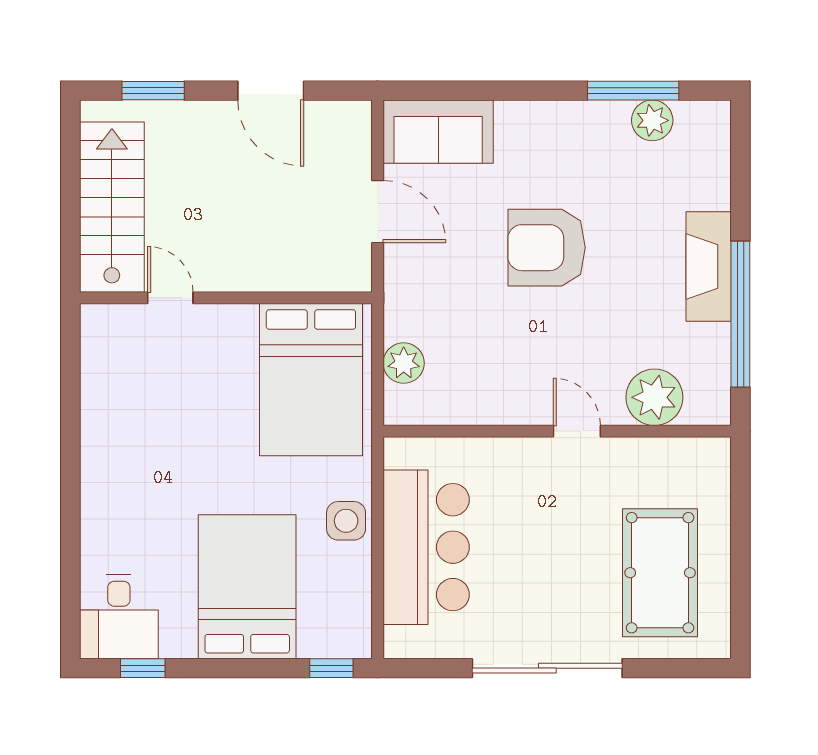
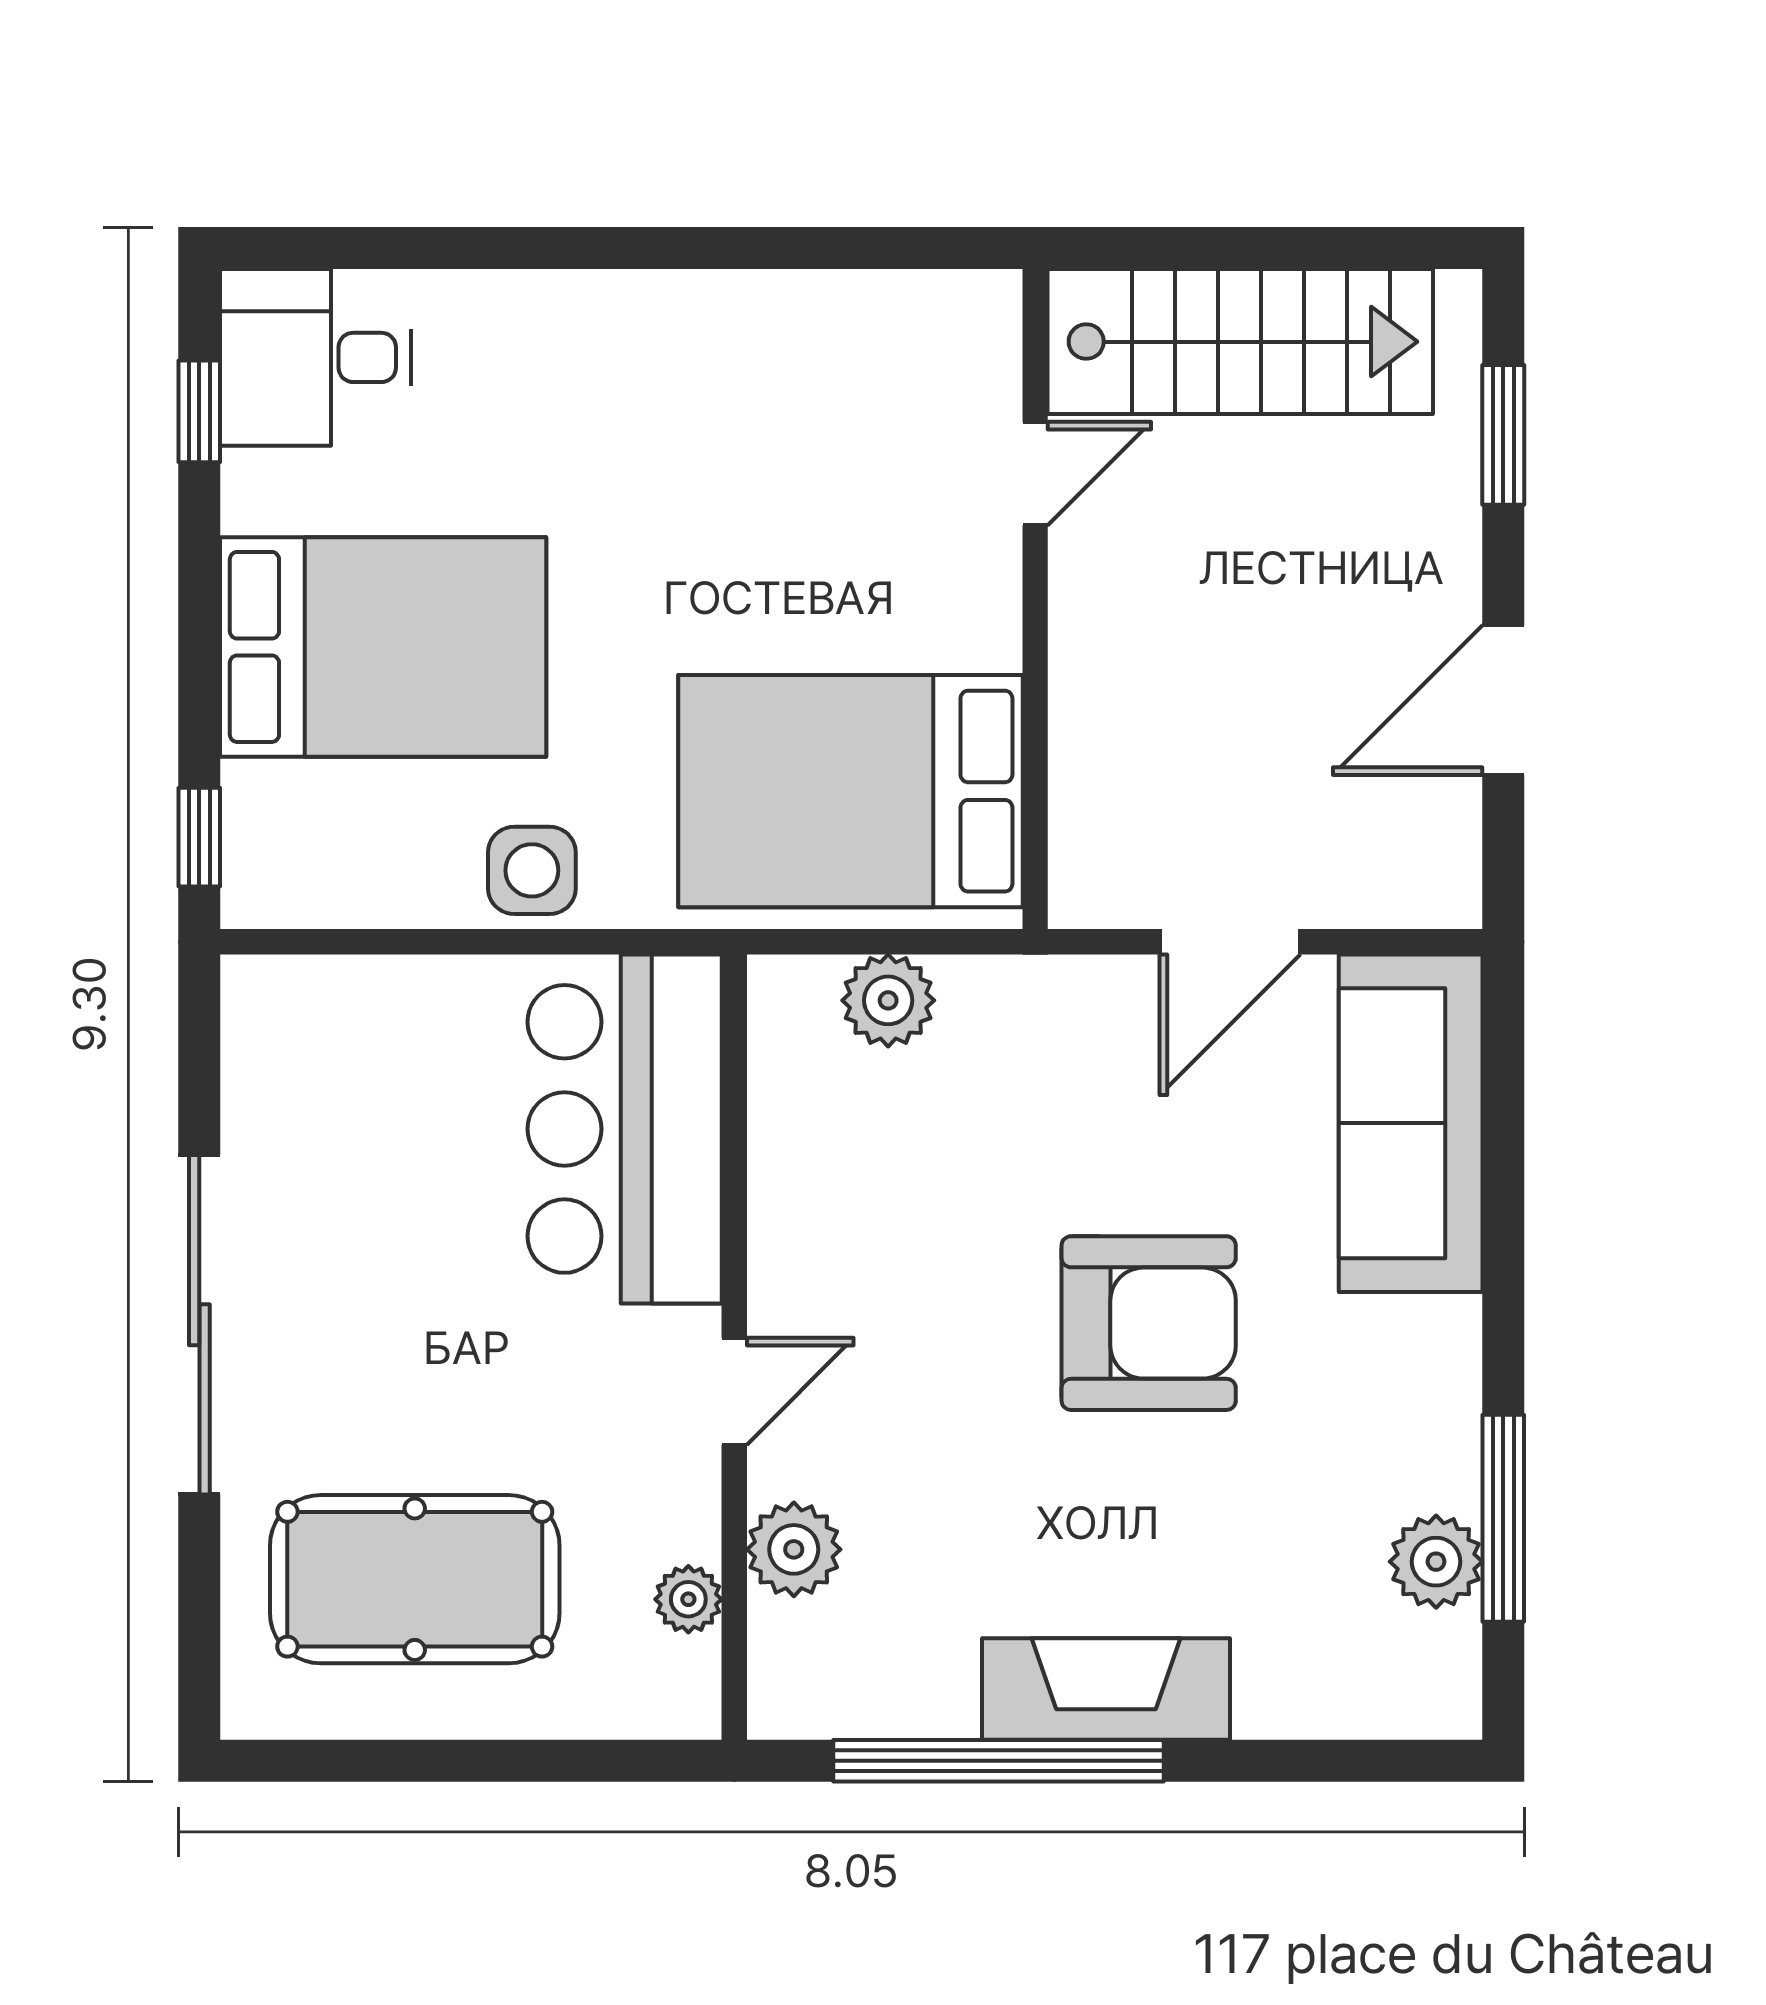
sofa: (438, 132) -> (1411, 1123), width x1.36
armchair: (547, 248) -> (1149, 1323), turned 90
plant: (654, 397) -> (794, 1549), width x0.73, depth x0.73
plant: (669, 452) -> (688, 1599), added
bar counter: (426, 547) -> (625, 1129), moved, turned 90

